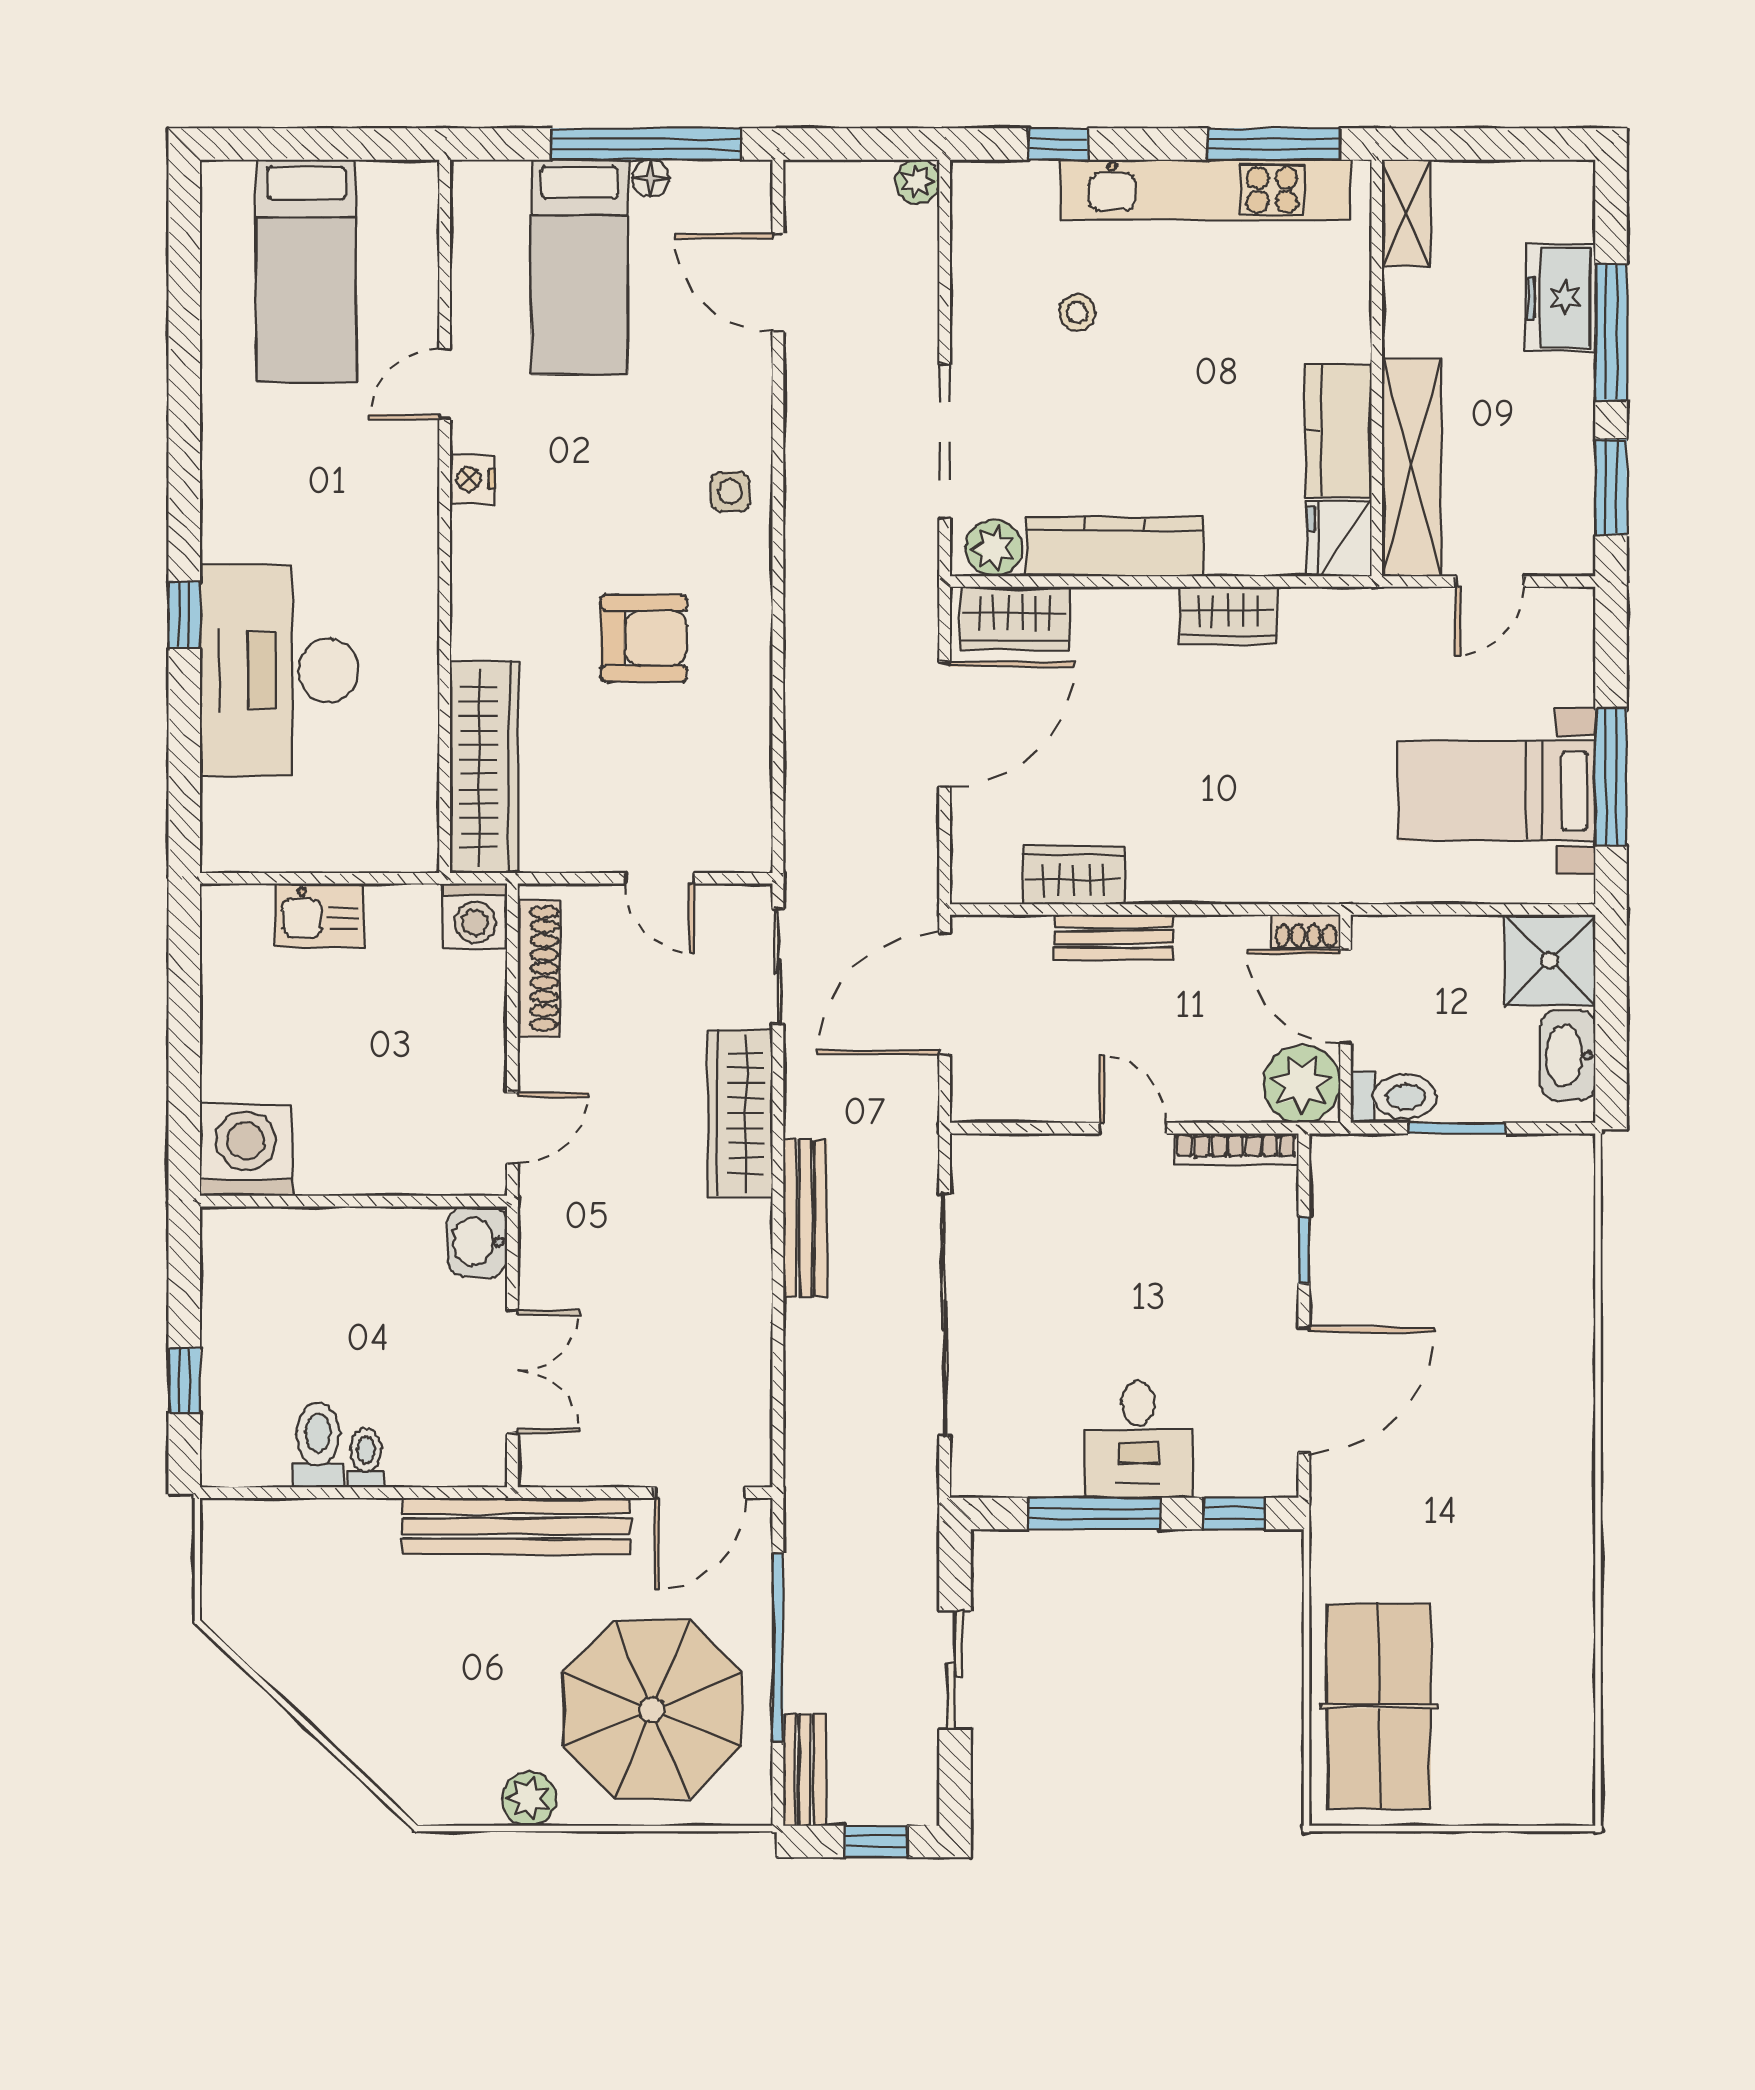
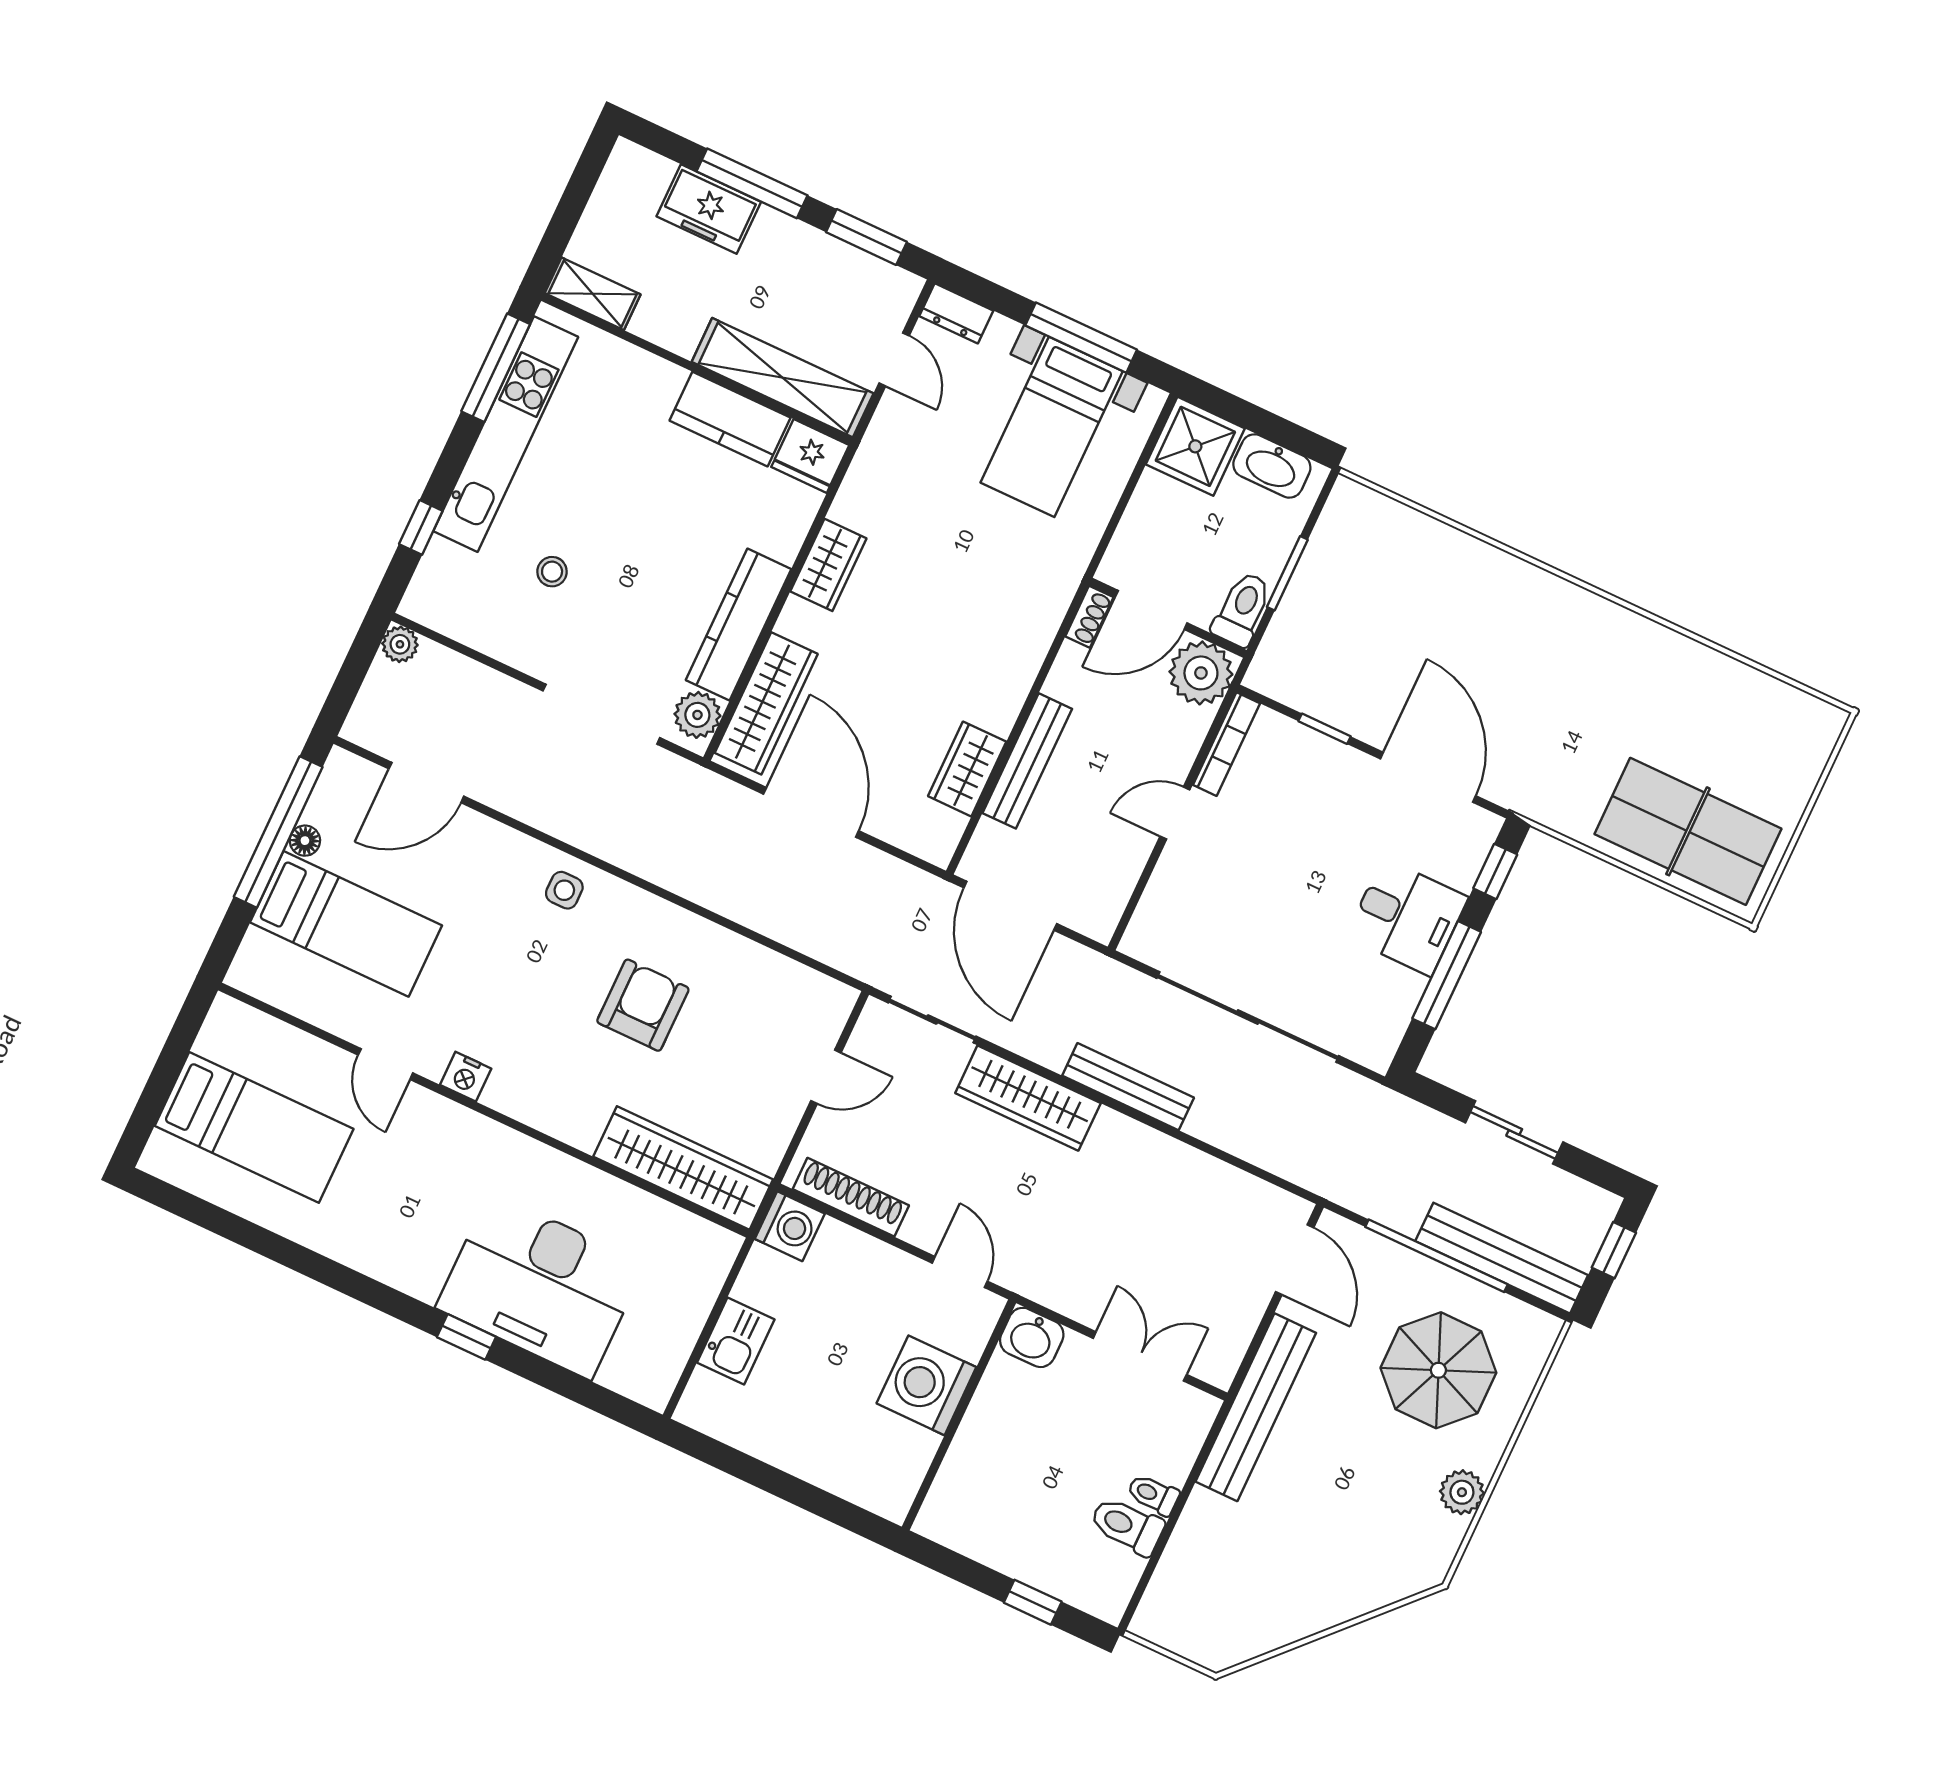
wardrobe: (1015, 618) -> (766, 703), width x1.50
dresser: (1573, 626) -> (956, 313), added
bench: (1114, 937) -> (1027, 761), width x1.36
washing machine: (246, 1150) -> (926, 1385), moved
parasol: (652, 1709) -> (1438, 1370), width x0.73, depth x0.73
bench: (805, 1770) -> (1502, 1258), width x1.86, depth x1.21

